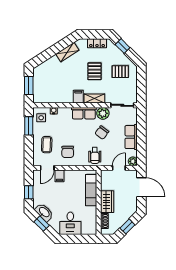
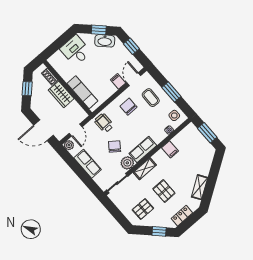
filing cabinet: (78, 97) -> (170, 149), moved
window: (29, 126) -> (171, 92), moved

